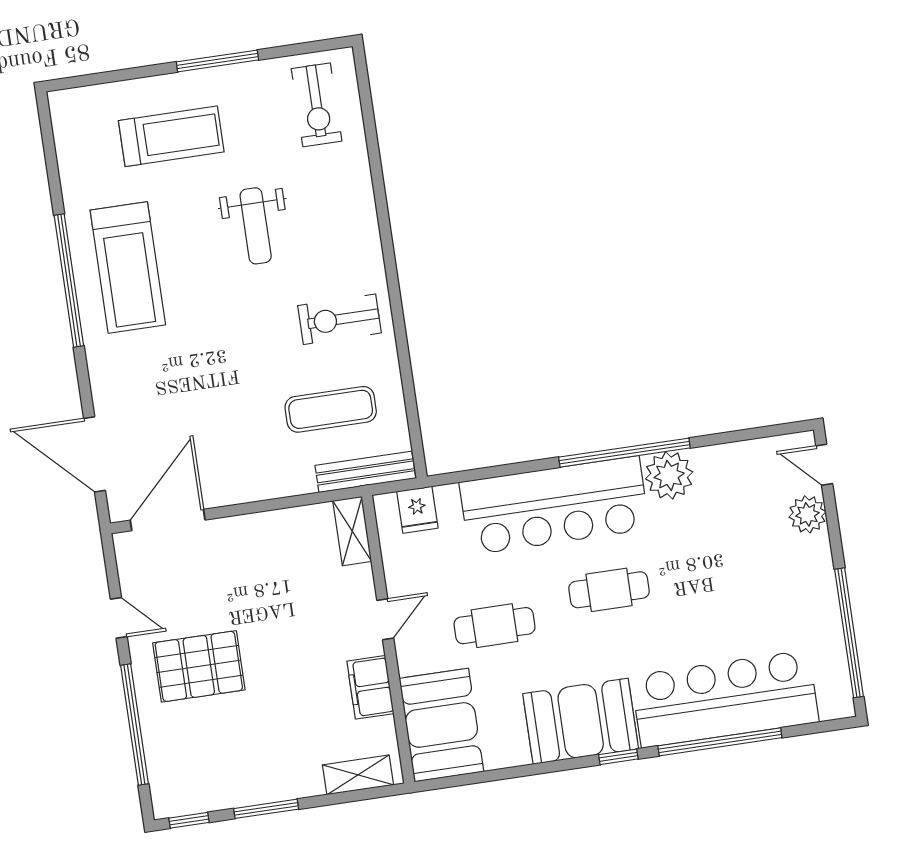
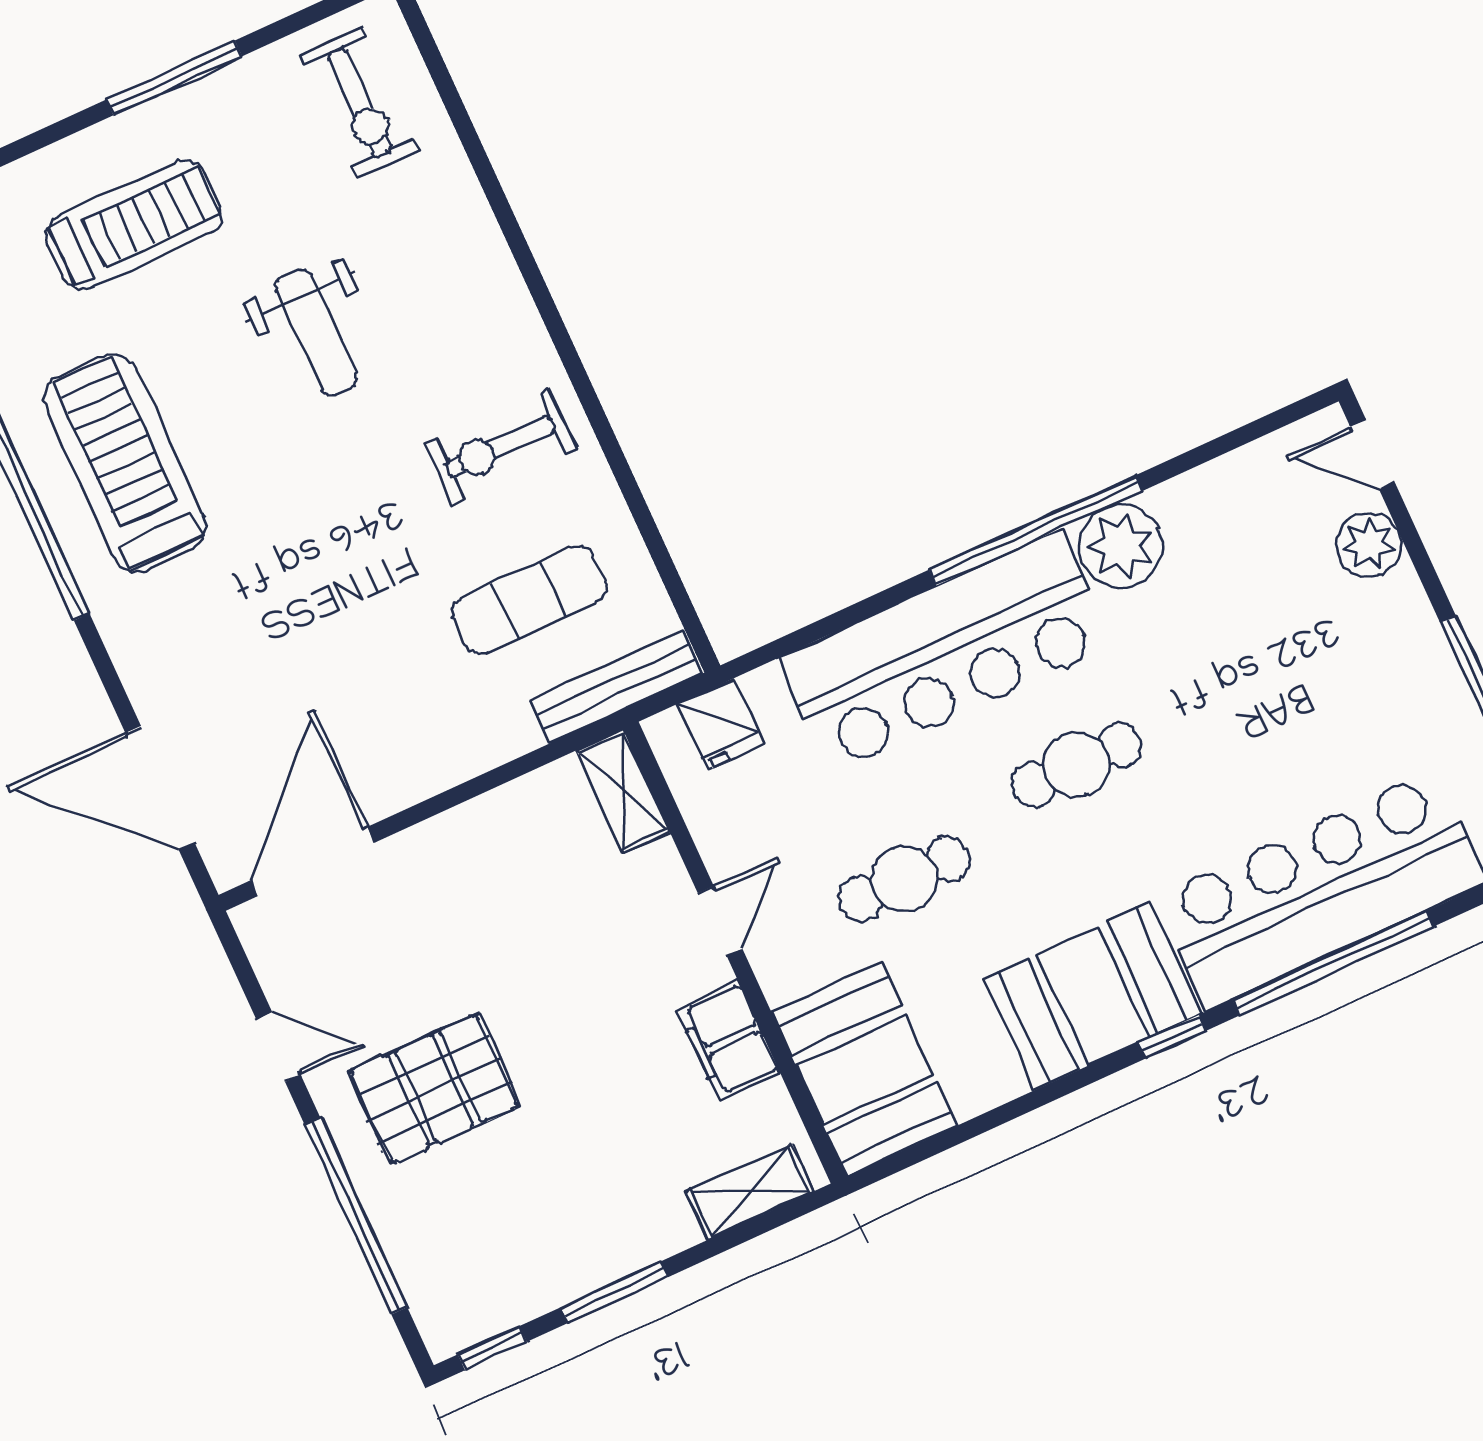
treadmill: (128, 267) -> (125, 463), turned 180

